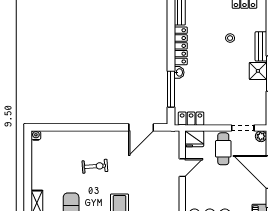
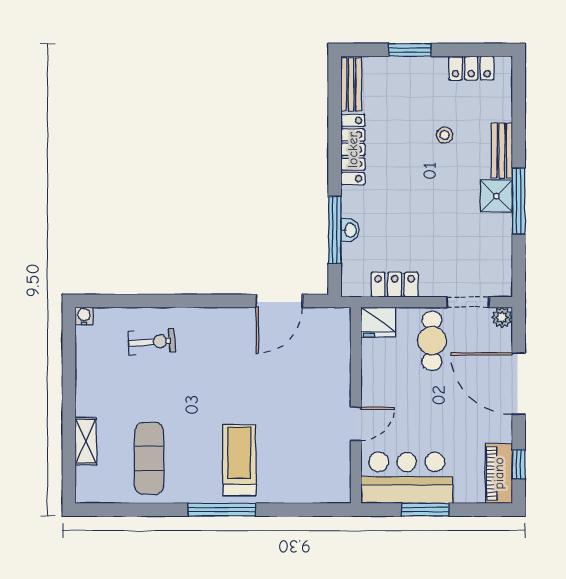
washbasin: (179, 72) -> (350, 230), moved
locker: (191, 119) -> (395, 285), moved
exercise bike: (95, 166) -> (152, 342), moved
door: (182, 168) -> (356, 424), moved

